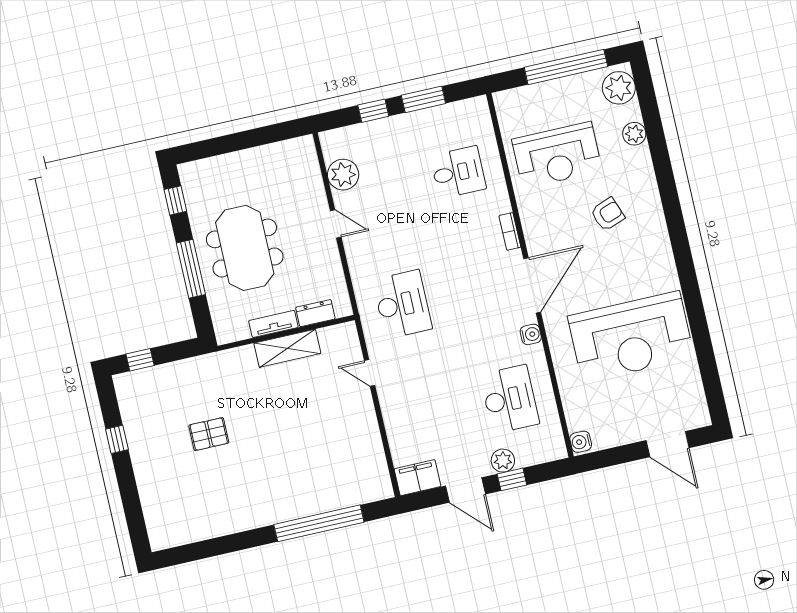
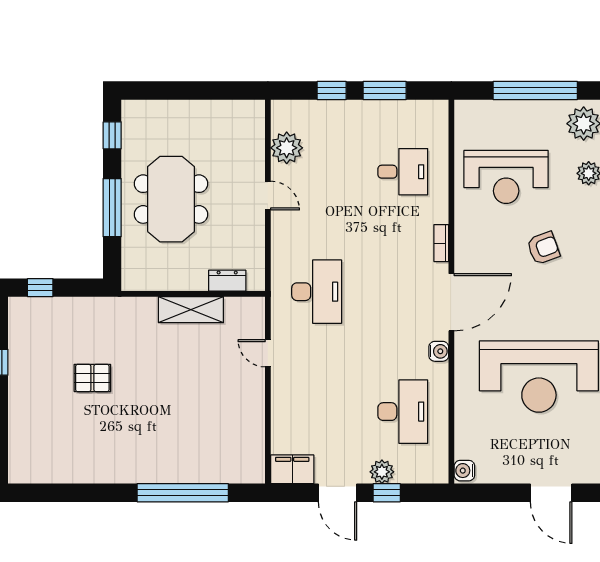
tv unit: (273, 324) -> (183, 282), removed

